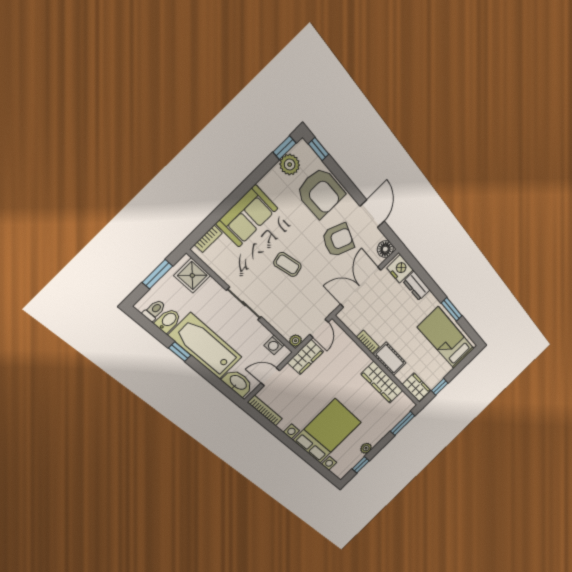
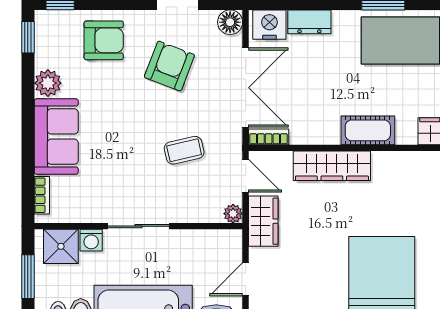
plant: (290, 165) -> (48, 83), moved
armchair: (321, 193) -> (104, 40), width x0.73, depth x0.73
coffee table: (288, 265) -> (184, 150), moved
double door: (361, 287) -> (246, 88), swing flipped
bookcase: (368, 342) -> (269, 137), moved
washing machine: (274, 345) -> (91, 240), moved
wardrobe: (382, 382) -> (332, 166), moved

